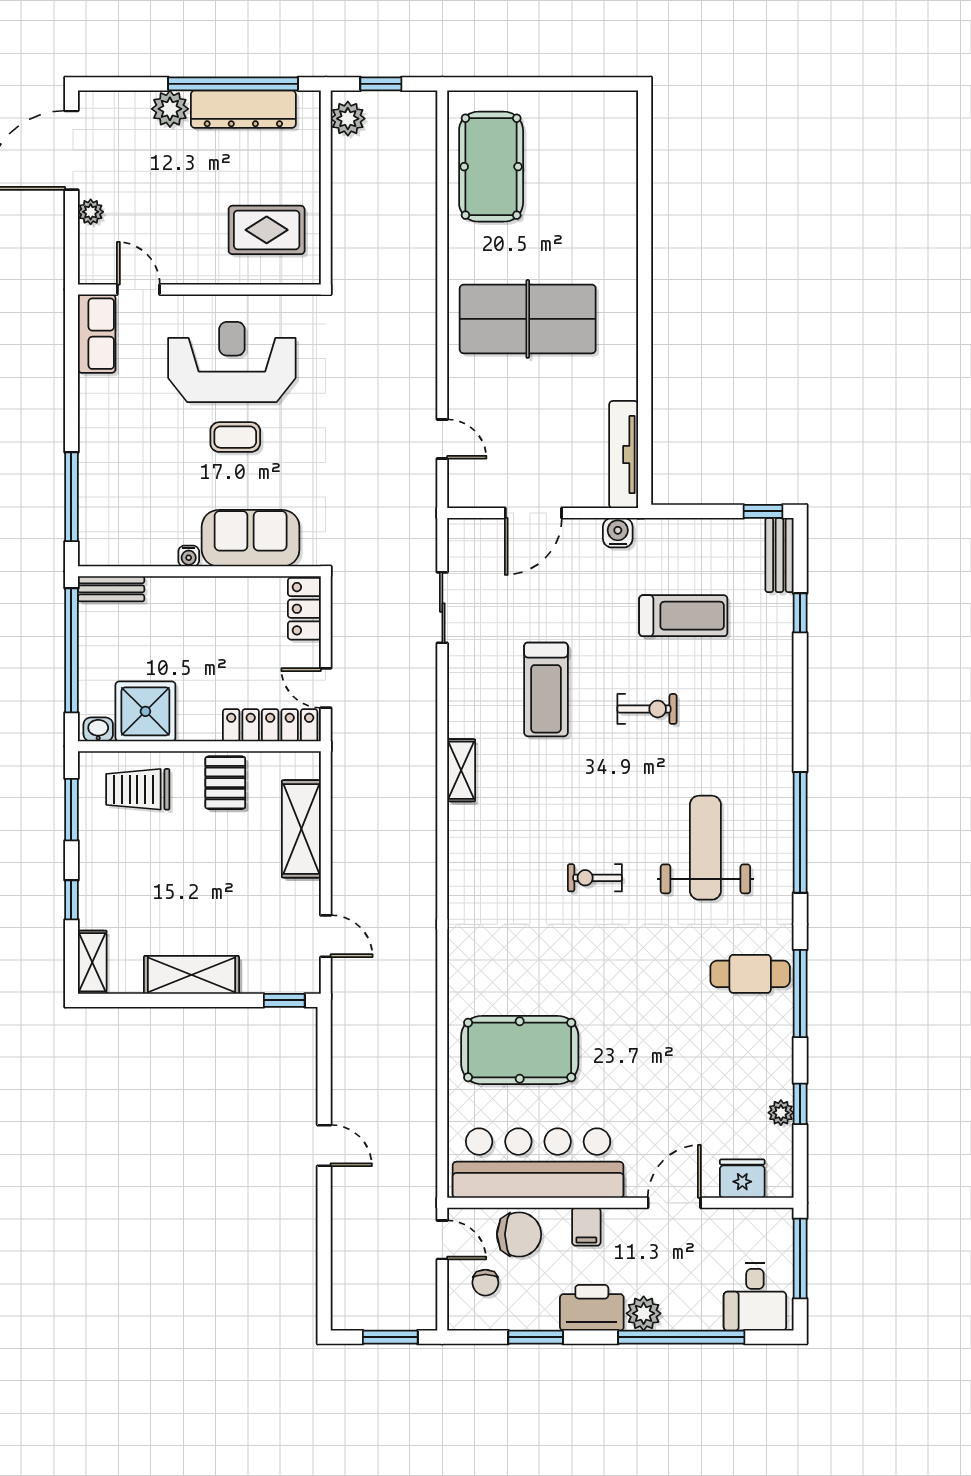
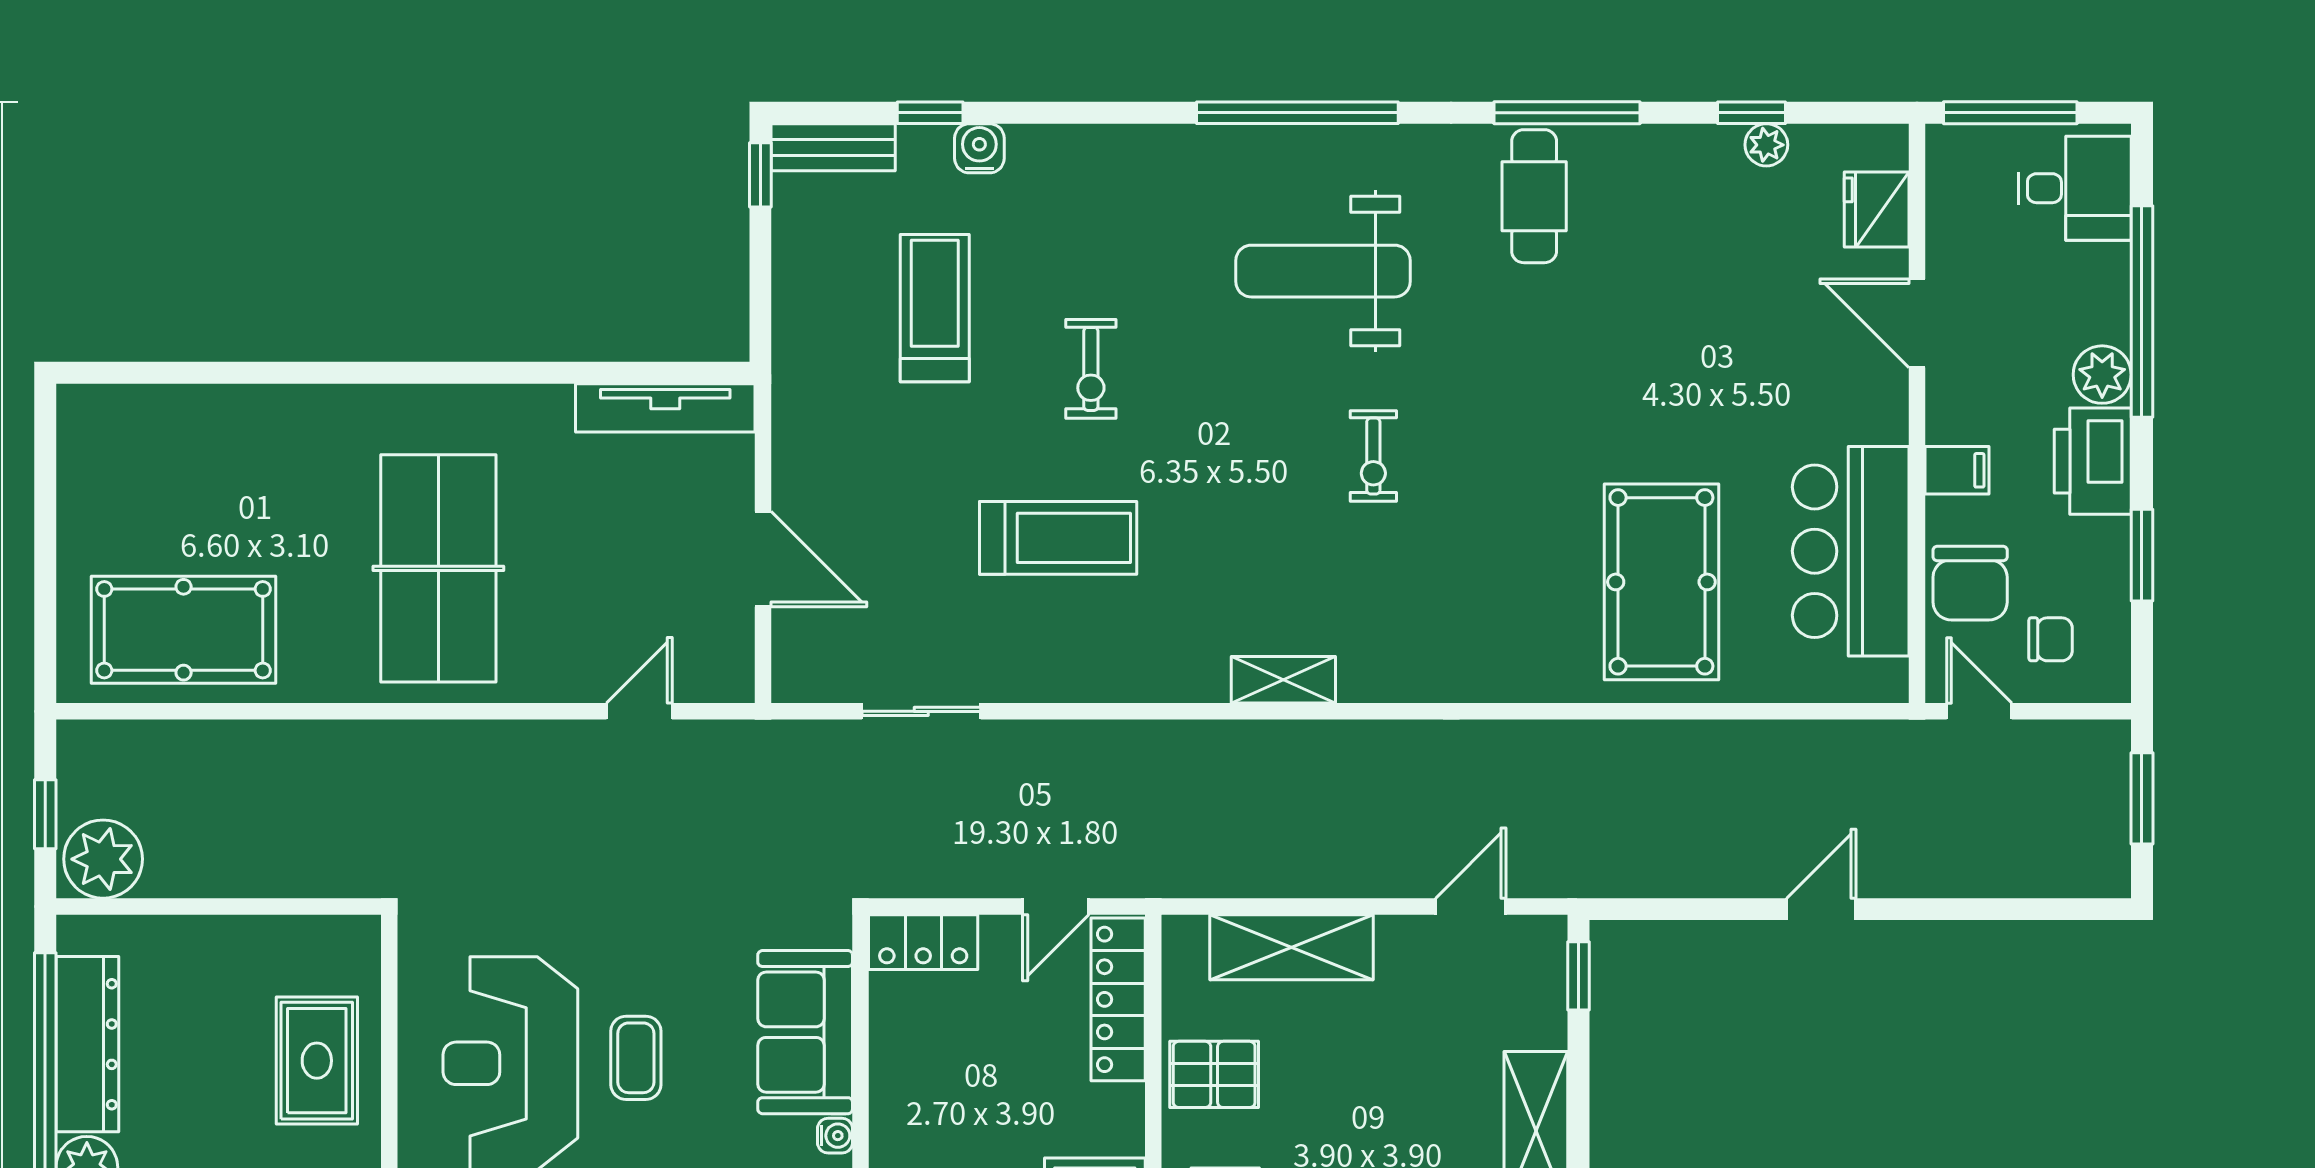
plant: (348, 119) -> (103, 859), width x1.36, depth x1.36
rug: (267, 230) -> (317, 1061), moved
water cooler: (618, 533) -> (979, 148), moved, turned 90
exercise bike: (647, 709) -> (1091, 369), turned 180
shelving: (461, 770) -> (1283, 680), moved
bar counter: (538, 1163) -> (1851, 551), width x0.73
chair: (519, 1234) -> (1970, 583), turned 180
door: (442, 1240) -> (1979, 711), hinge flipped

